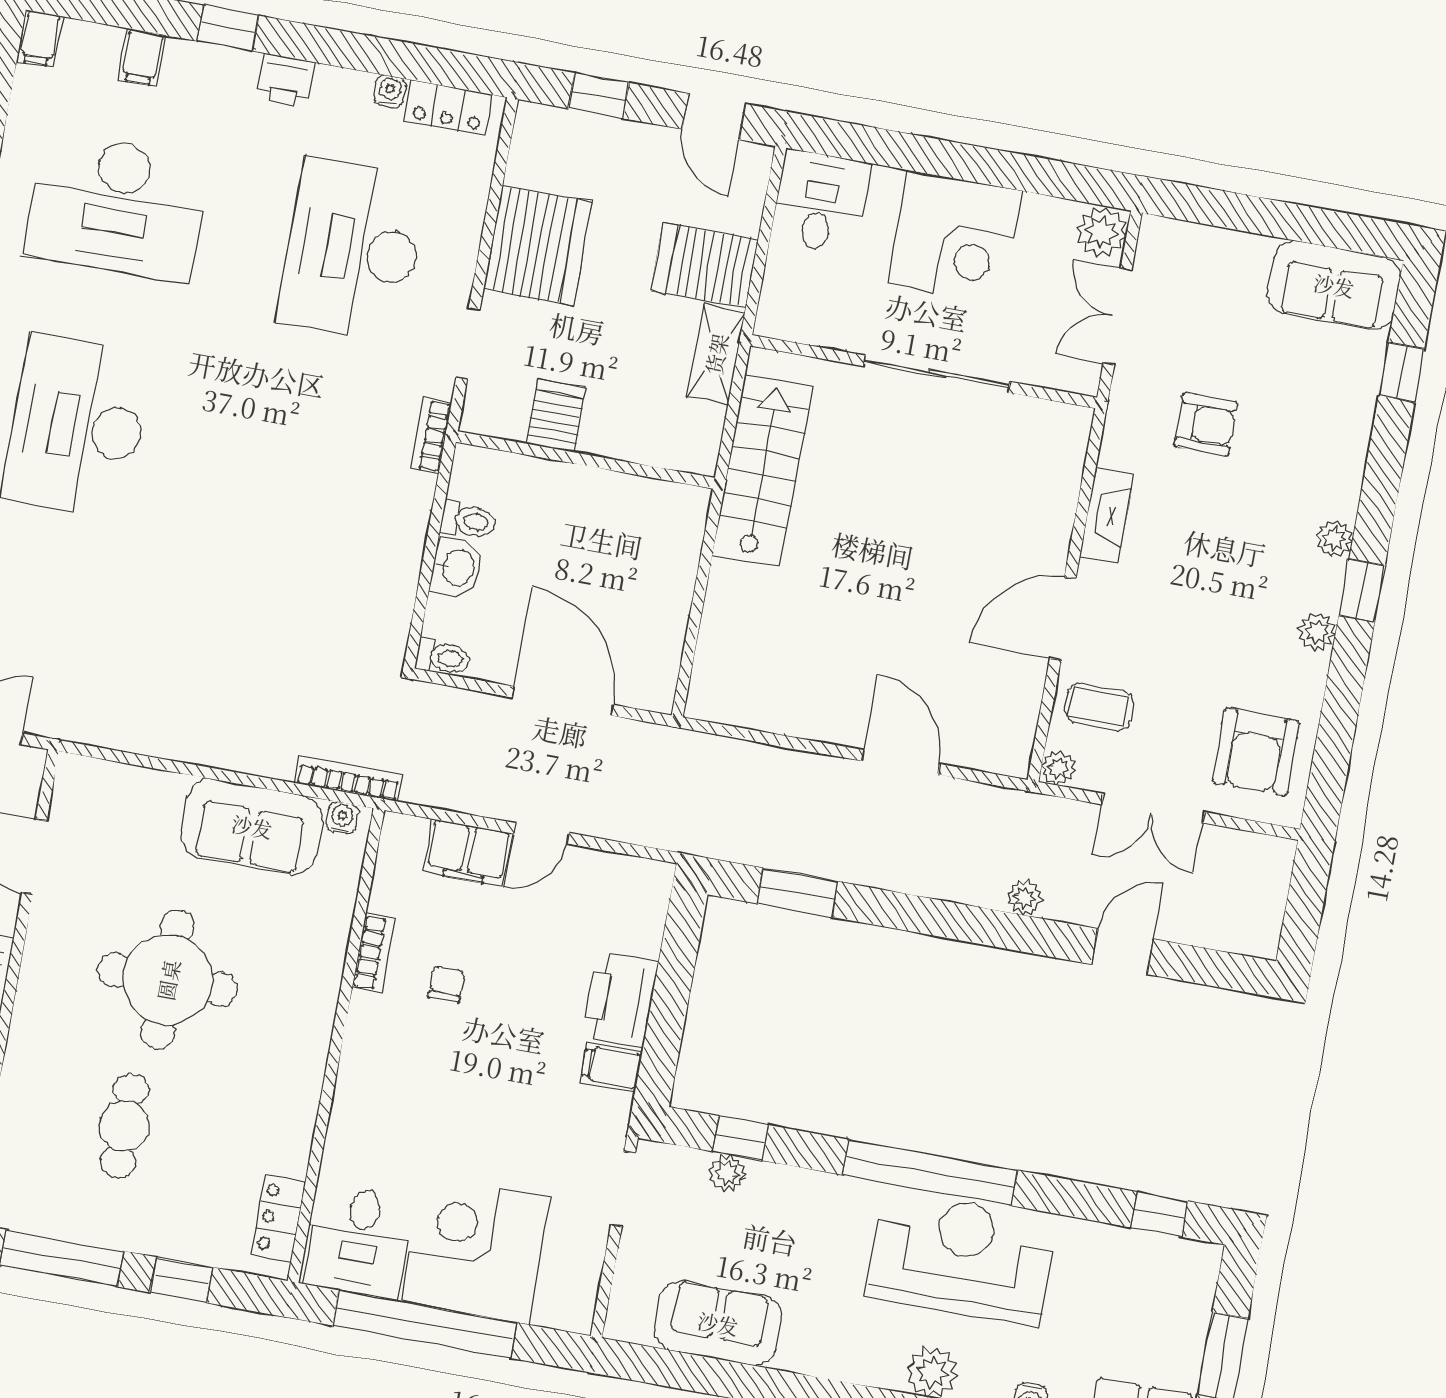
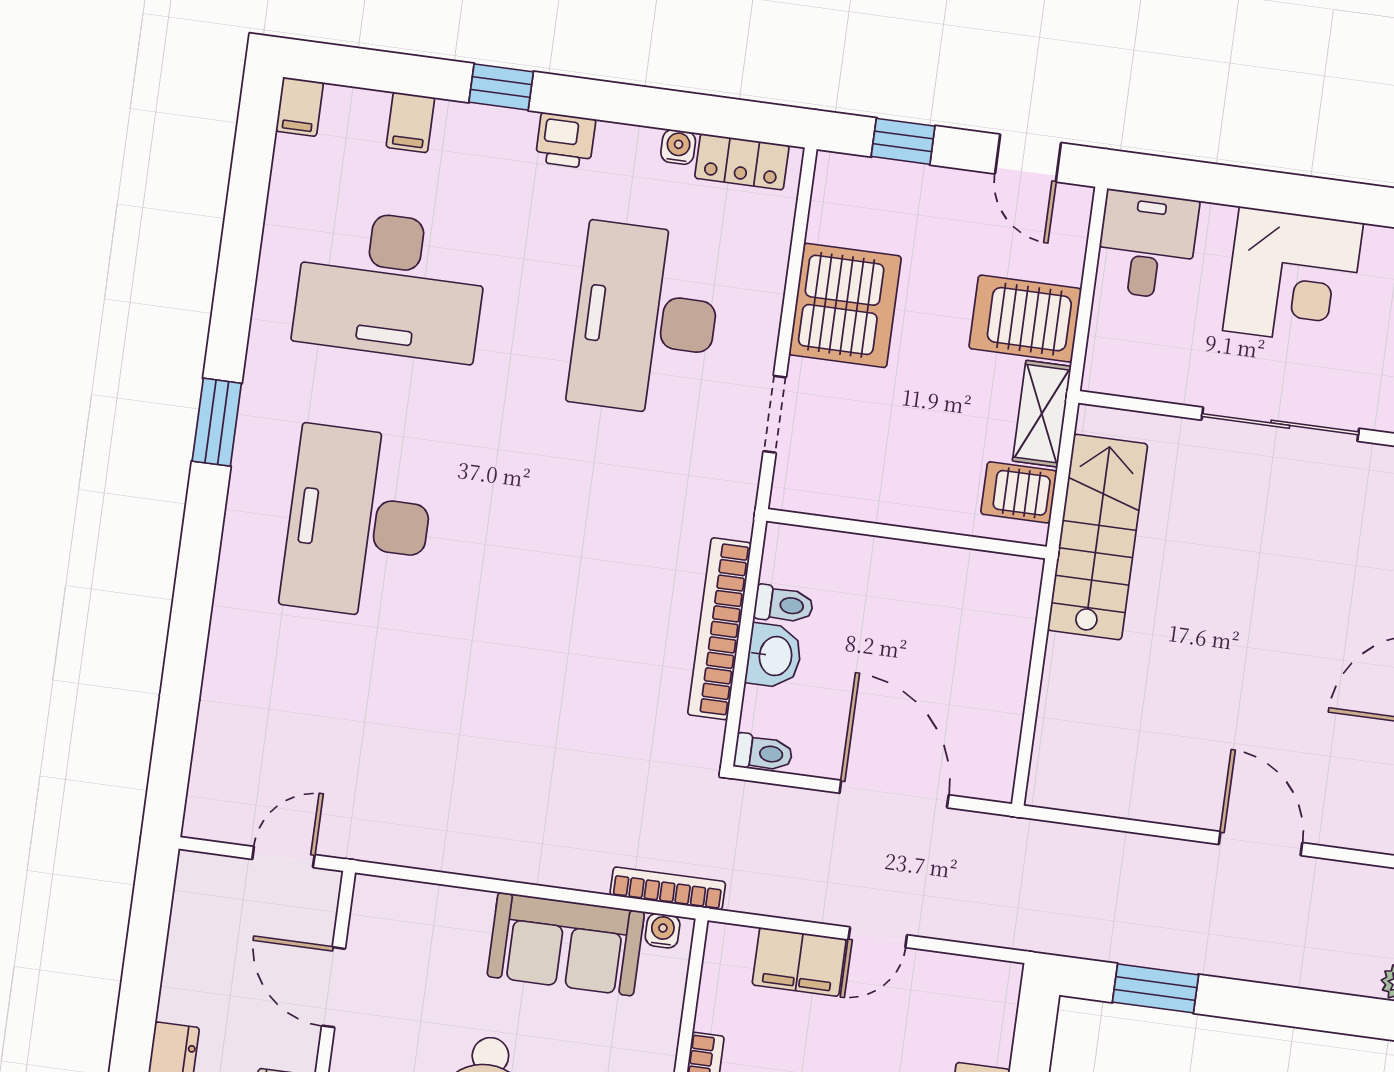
server rack: (556, 416) -> (1019, 492), moved, turned -90
bookcase: (431, 436) -> (719, 629), moved, width x2.31, depth x1.31

